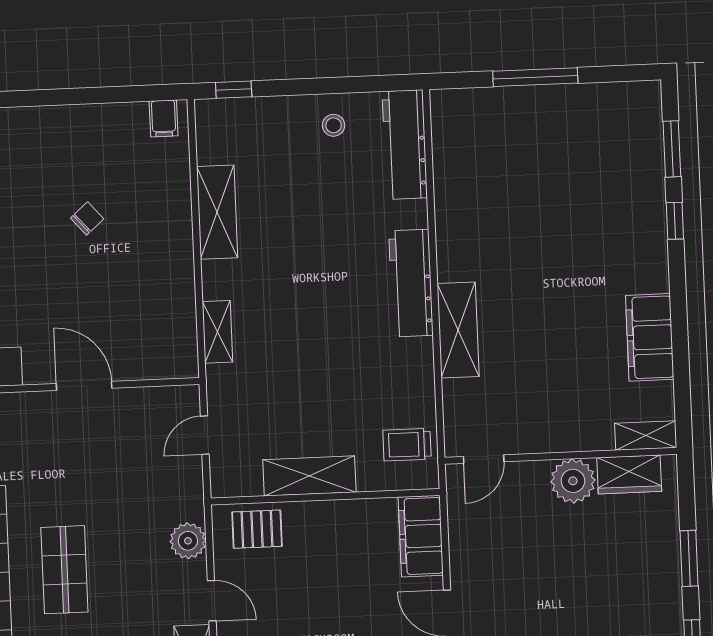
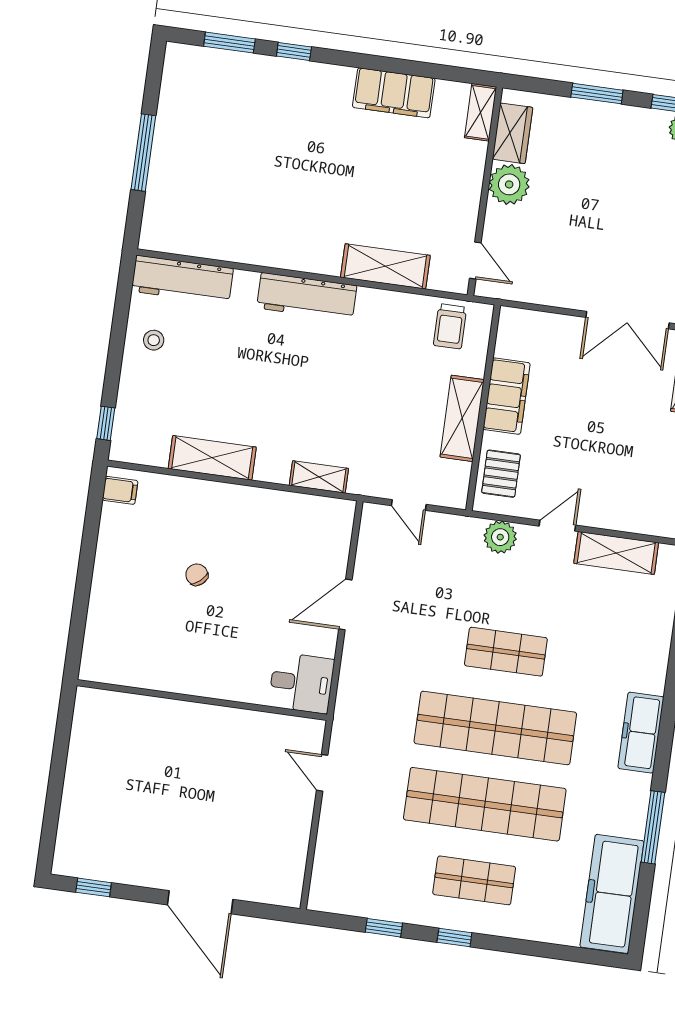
shelving: (458, 330) -> (385, 266), moved
filing cabinet: (421, 536) -> (507, 396), moved, turned -90

